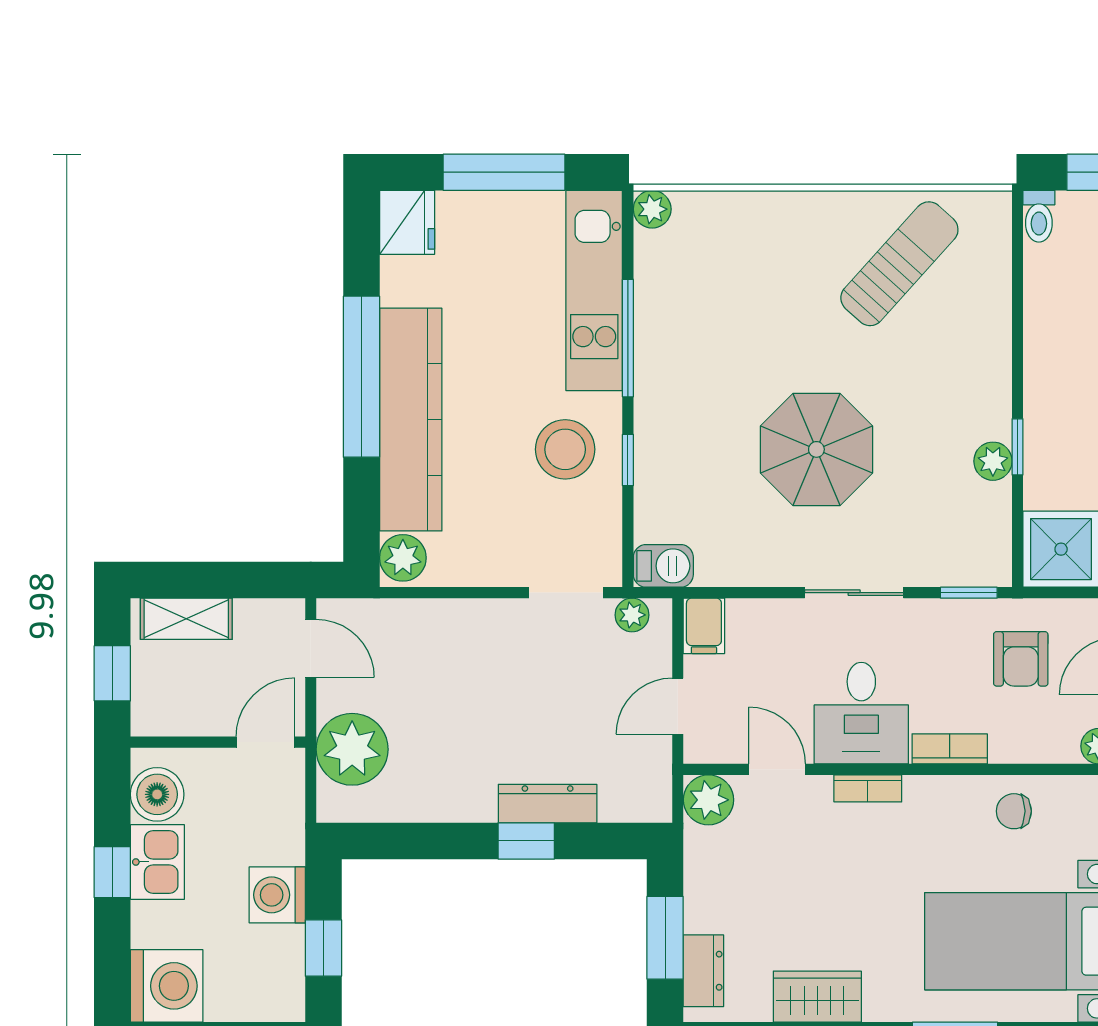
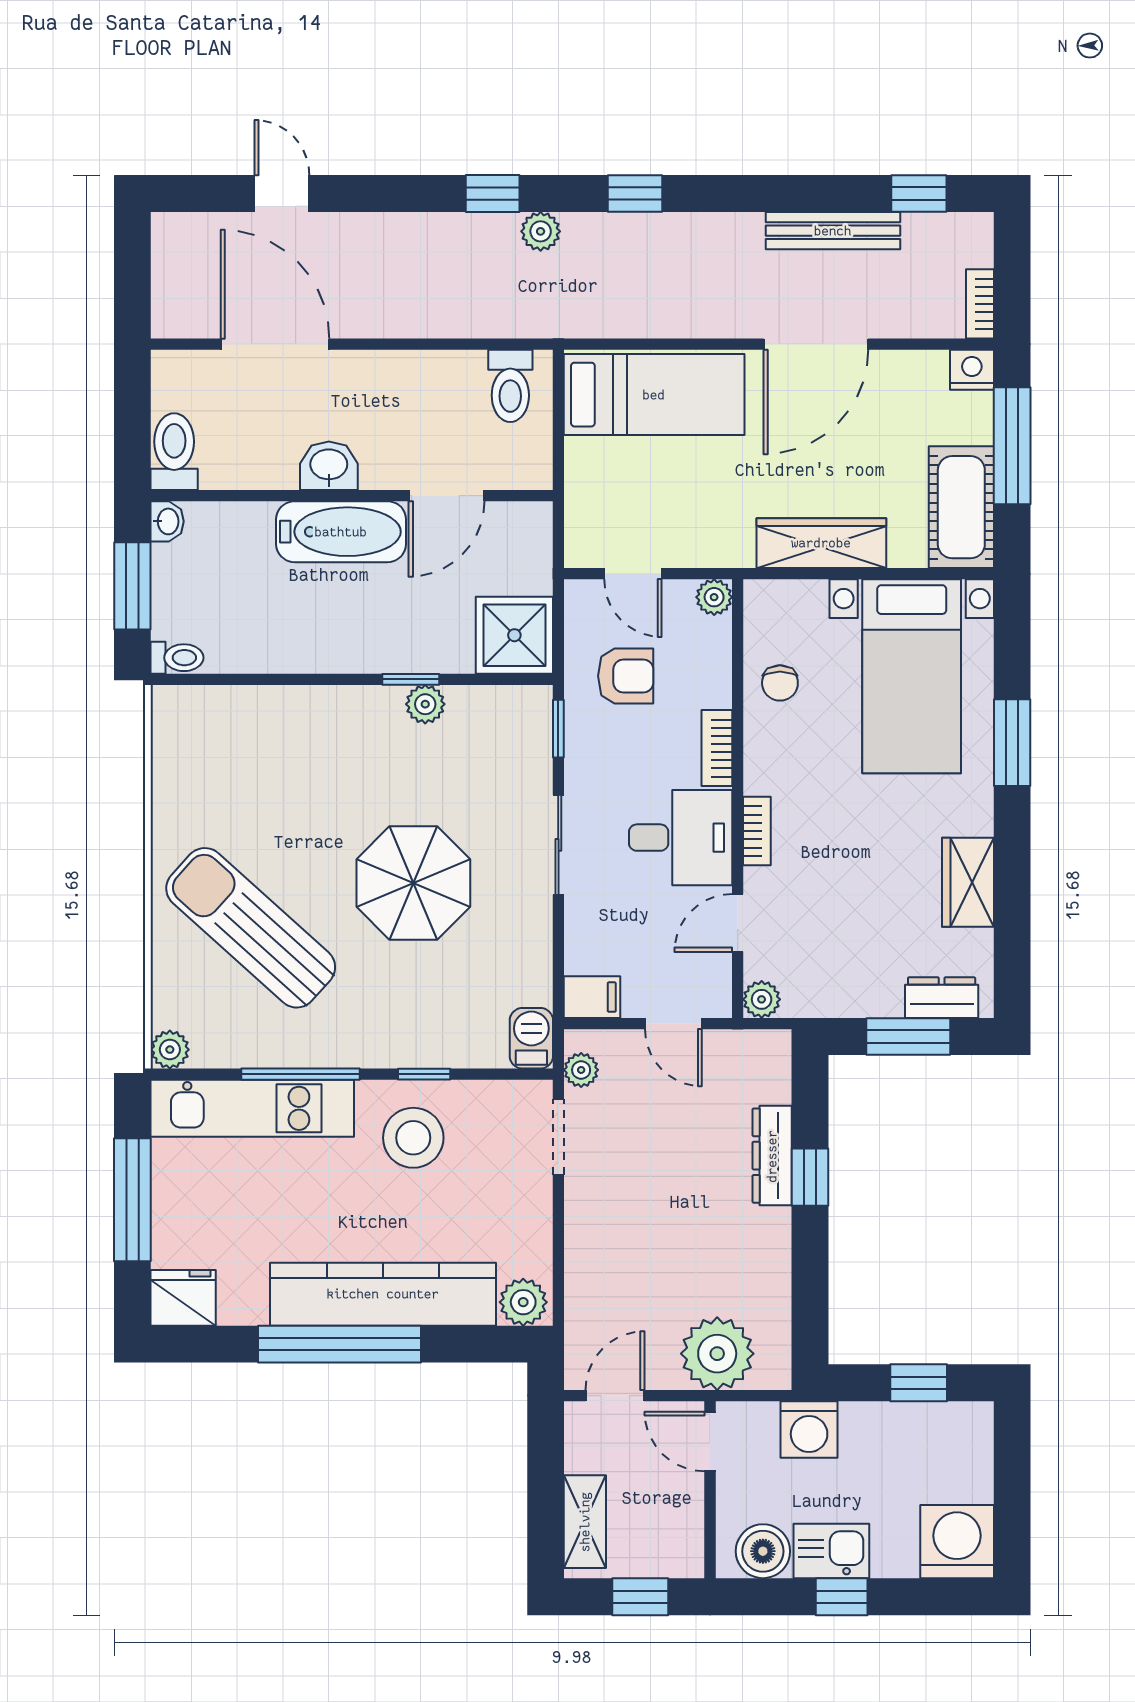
sun lounger: (899, 264) -> (251, 928), moved, width x1.36, depth x1.34
plant: (708, 800) -> (762, 999), width x0.73, depth x0.73
washing machine: (277, 895) -> (809, 1429), moved

